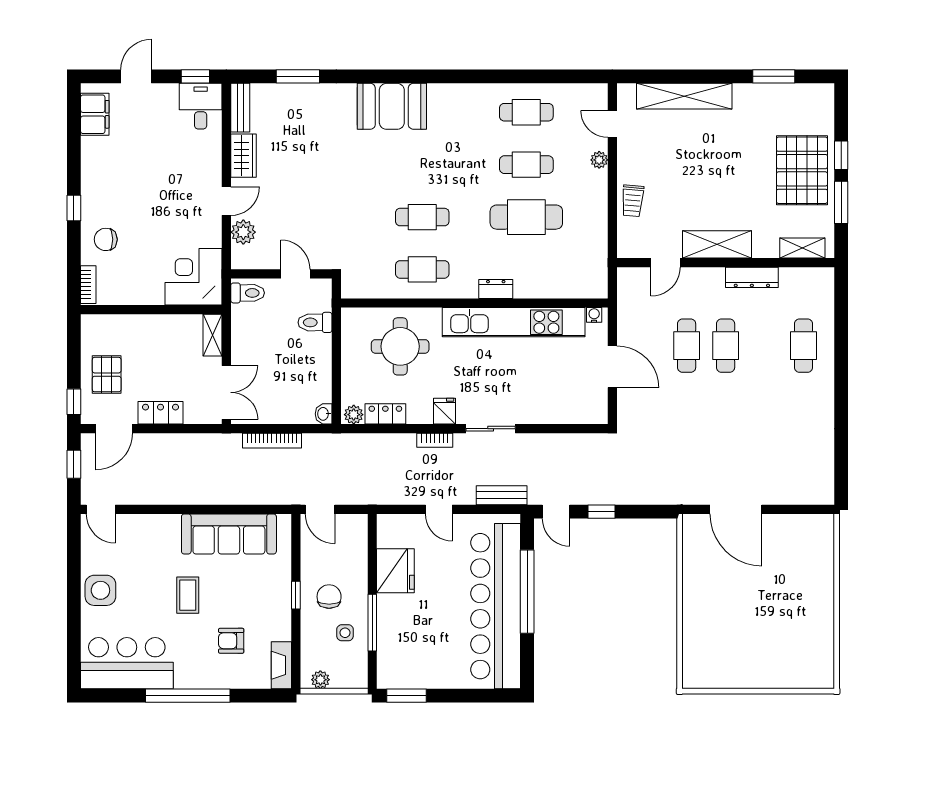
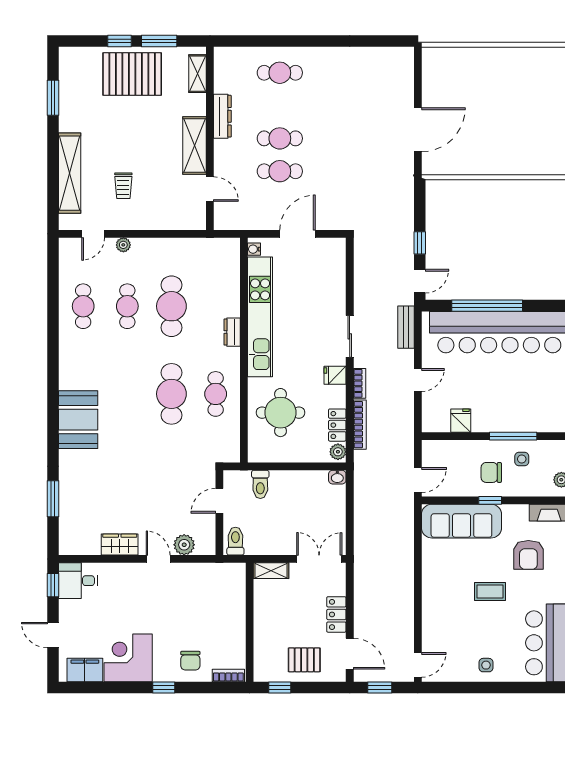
bench: (240, 108) -> (79, 547), removed
trolley: (633, 201) -> (123, 186), moved, turned 85
cafe table: (422, 217) -> (171, 394), width x1.37, depth x1.35
corner desk: (194, 277) -> (128, 658), moved, turned 90
window: (74, 402) -> (280, 687), moved
bookcase: (272, 441) -> (360, 425), moved
sofa: (229, 534) -> (461, 521), moved, turned 90
fridge: (395, 571) -> (461, 421), width x0.53, depth x0.75
side table: (100, 590) -> (486, 665), width x0.54, depth x0.54
armchair: (231, 641) -> (528, 555), width x1.38, depth x1.38

